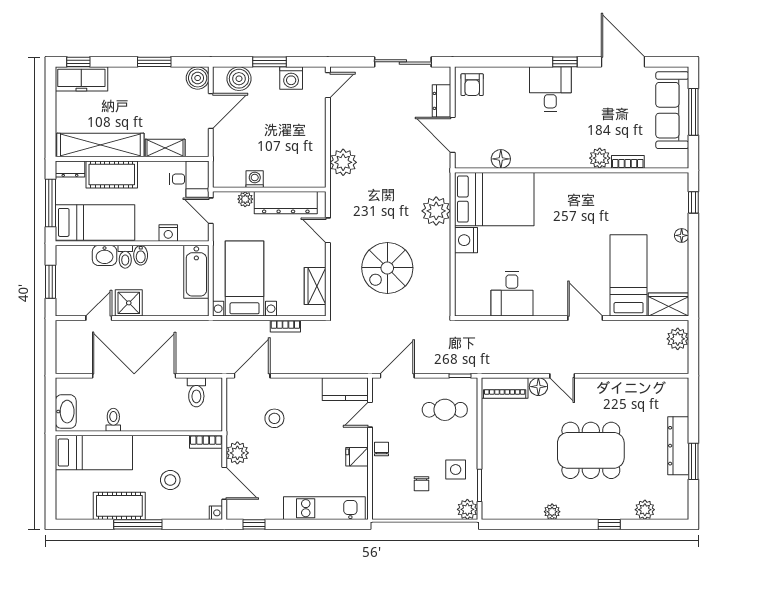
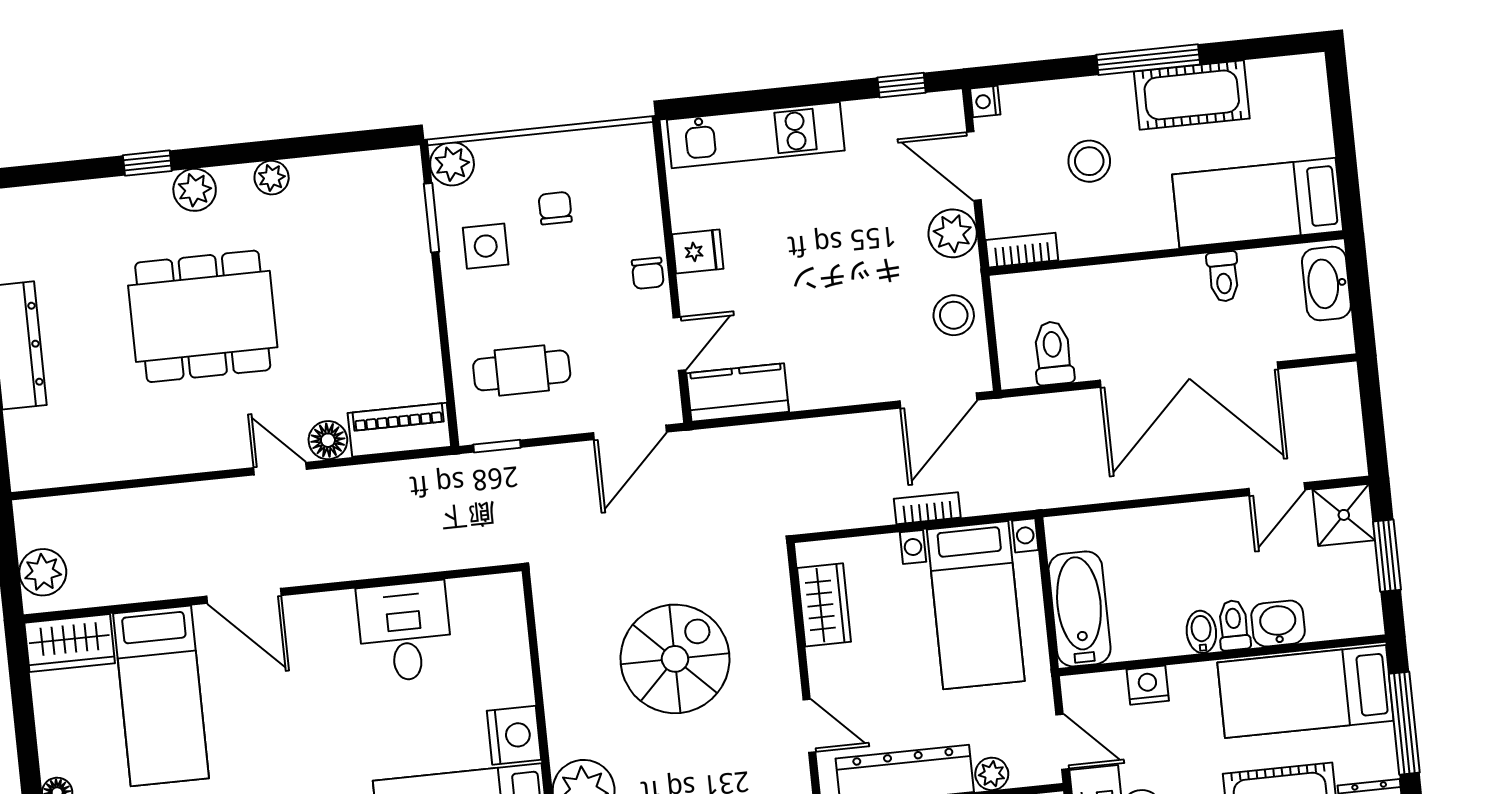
shower: (129, 303) -> (1344, 515), moved
bookcase: (285, 326) -> (927, 508), moved
stool: (274, 418) -> (954, 315), moved
plant: (645, 510) -> (195, 190), moved

